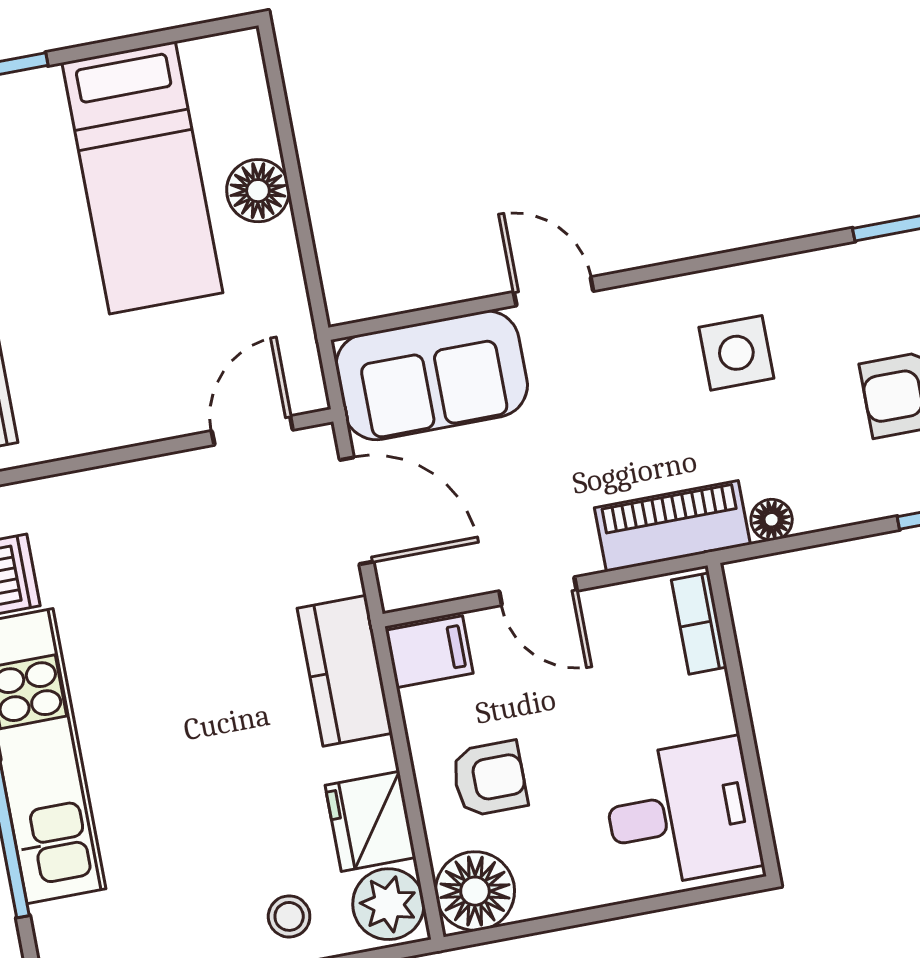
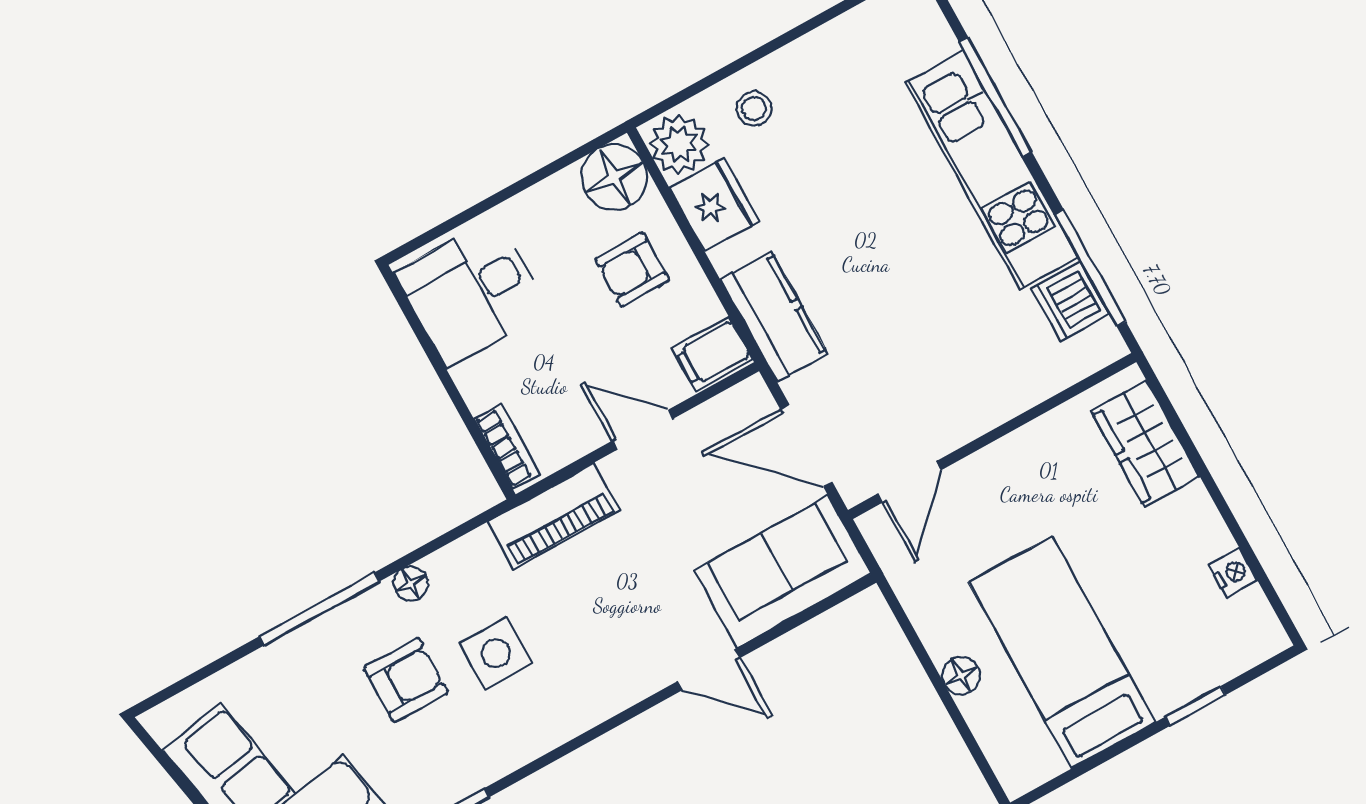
floor lamp: (258, 191) -> (961, 676), width x0.73, depth x0.73
side table: (736, 353) -> (496, 653), moved
floor lamp: (772, 520) -> (411, 584), moved

